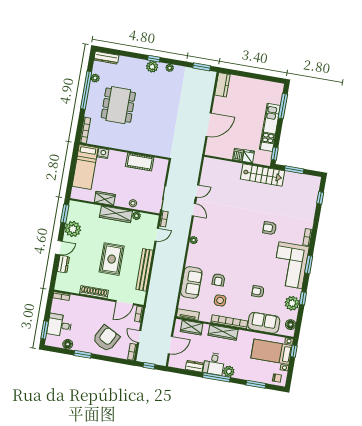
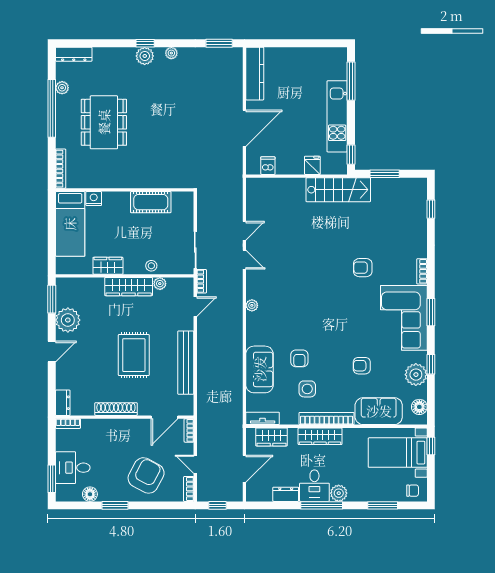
kitchen counter: (222, 85) -> (255, 74), width x1.50
dishwasher: (238, 155) -> (268, 166), moved
dresser: (63, 264) -> (63, 403), moved

